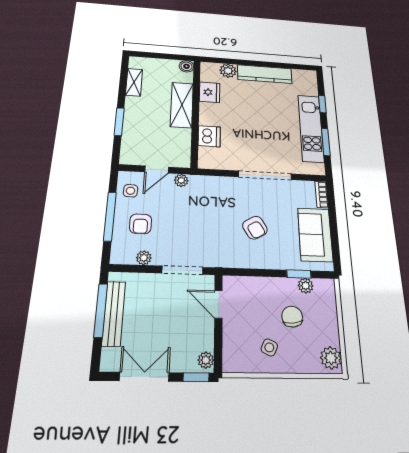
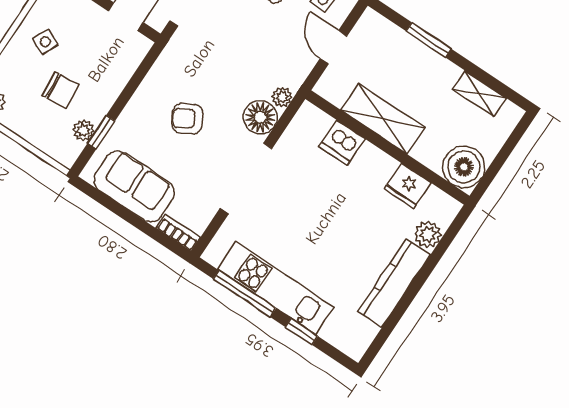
boiler: (186, 66) -> (464, 167), width x1.86, depth x1.86
shelving: (182, 105) -> (383, 119), moved
window: (326, 142) -> (244, 294), width x1.44
plant: (181, 180) -> (282, 97), moved
floor lamp: (225, 187) -> (260, 117), added

